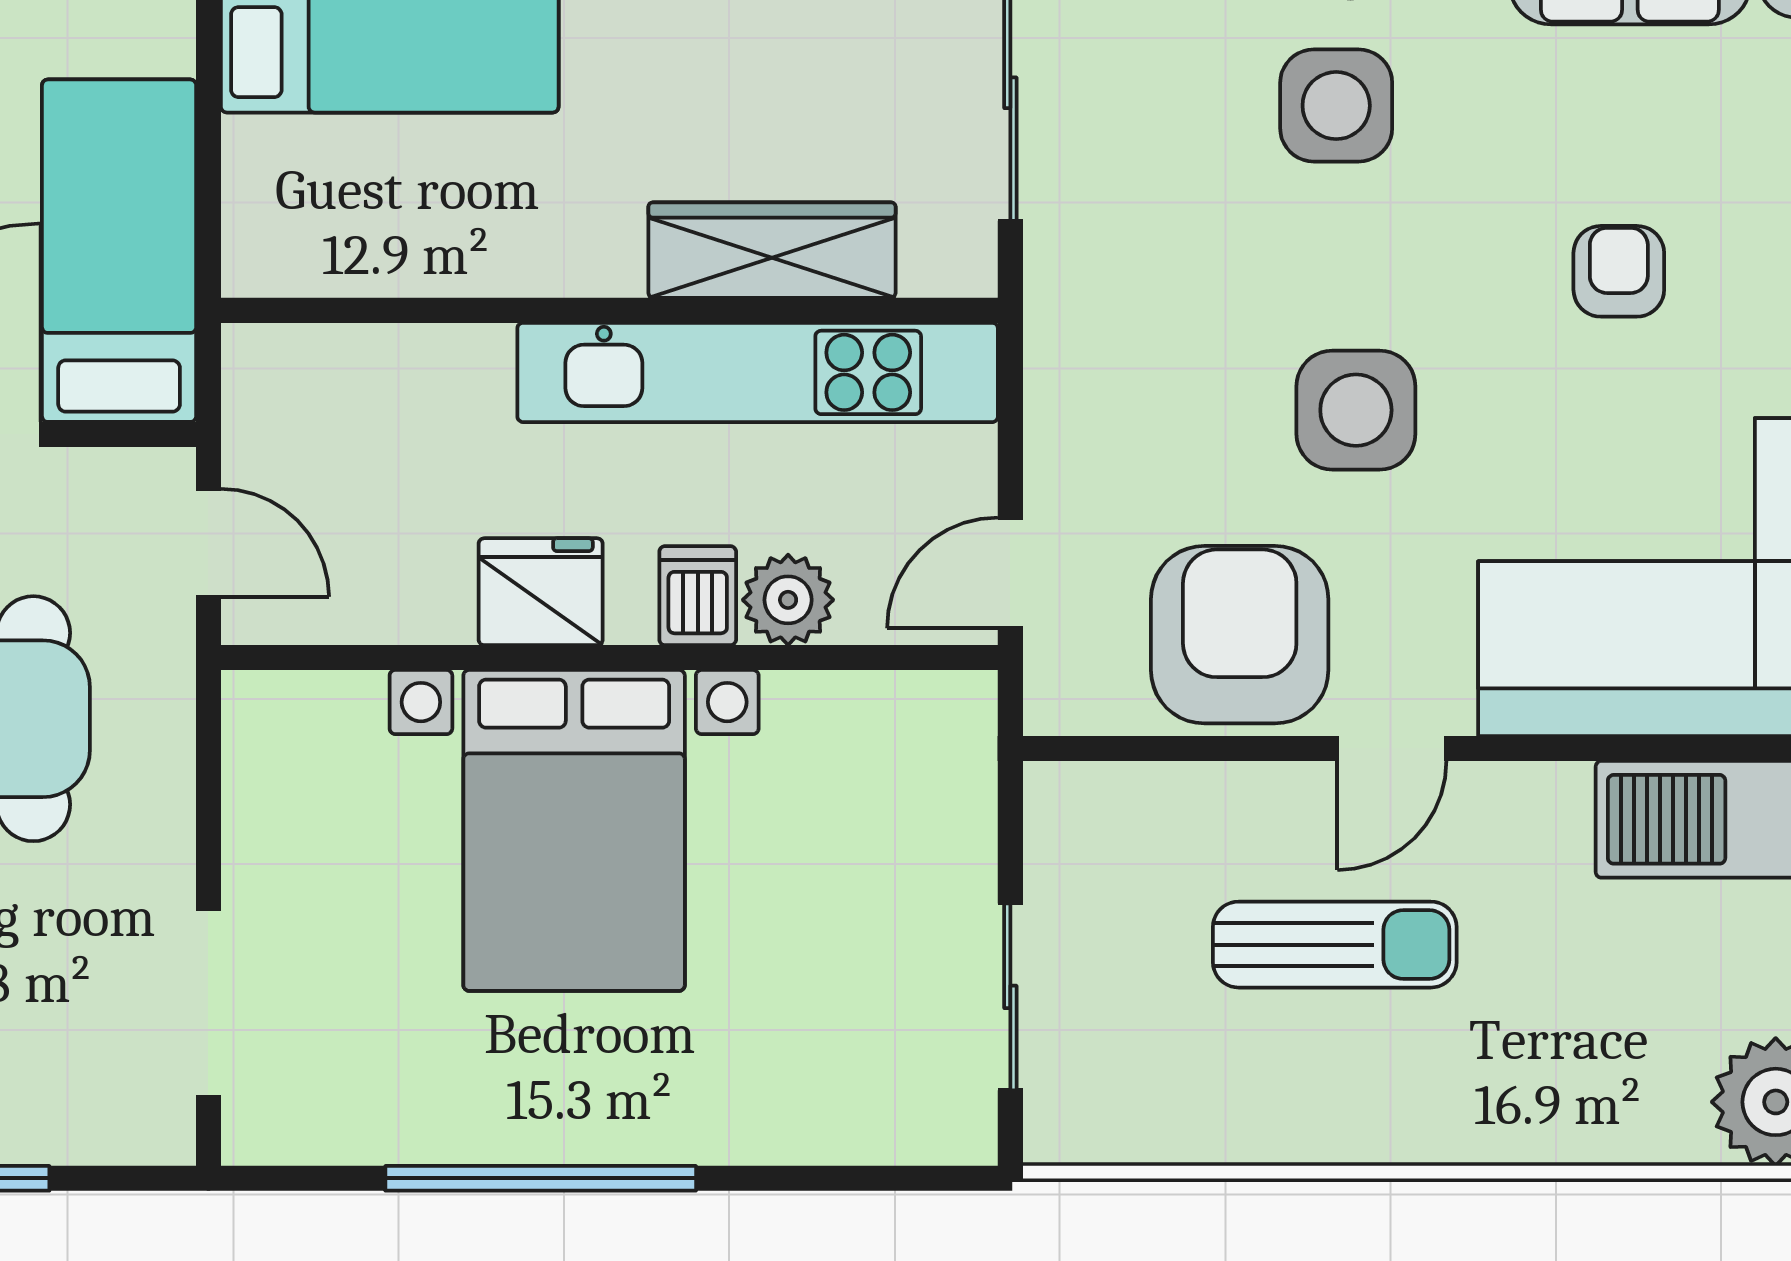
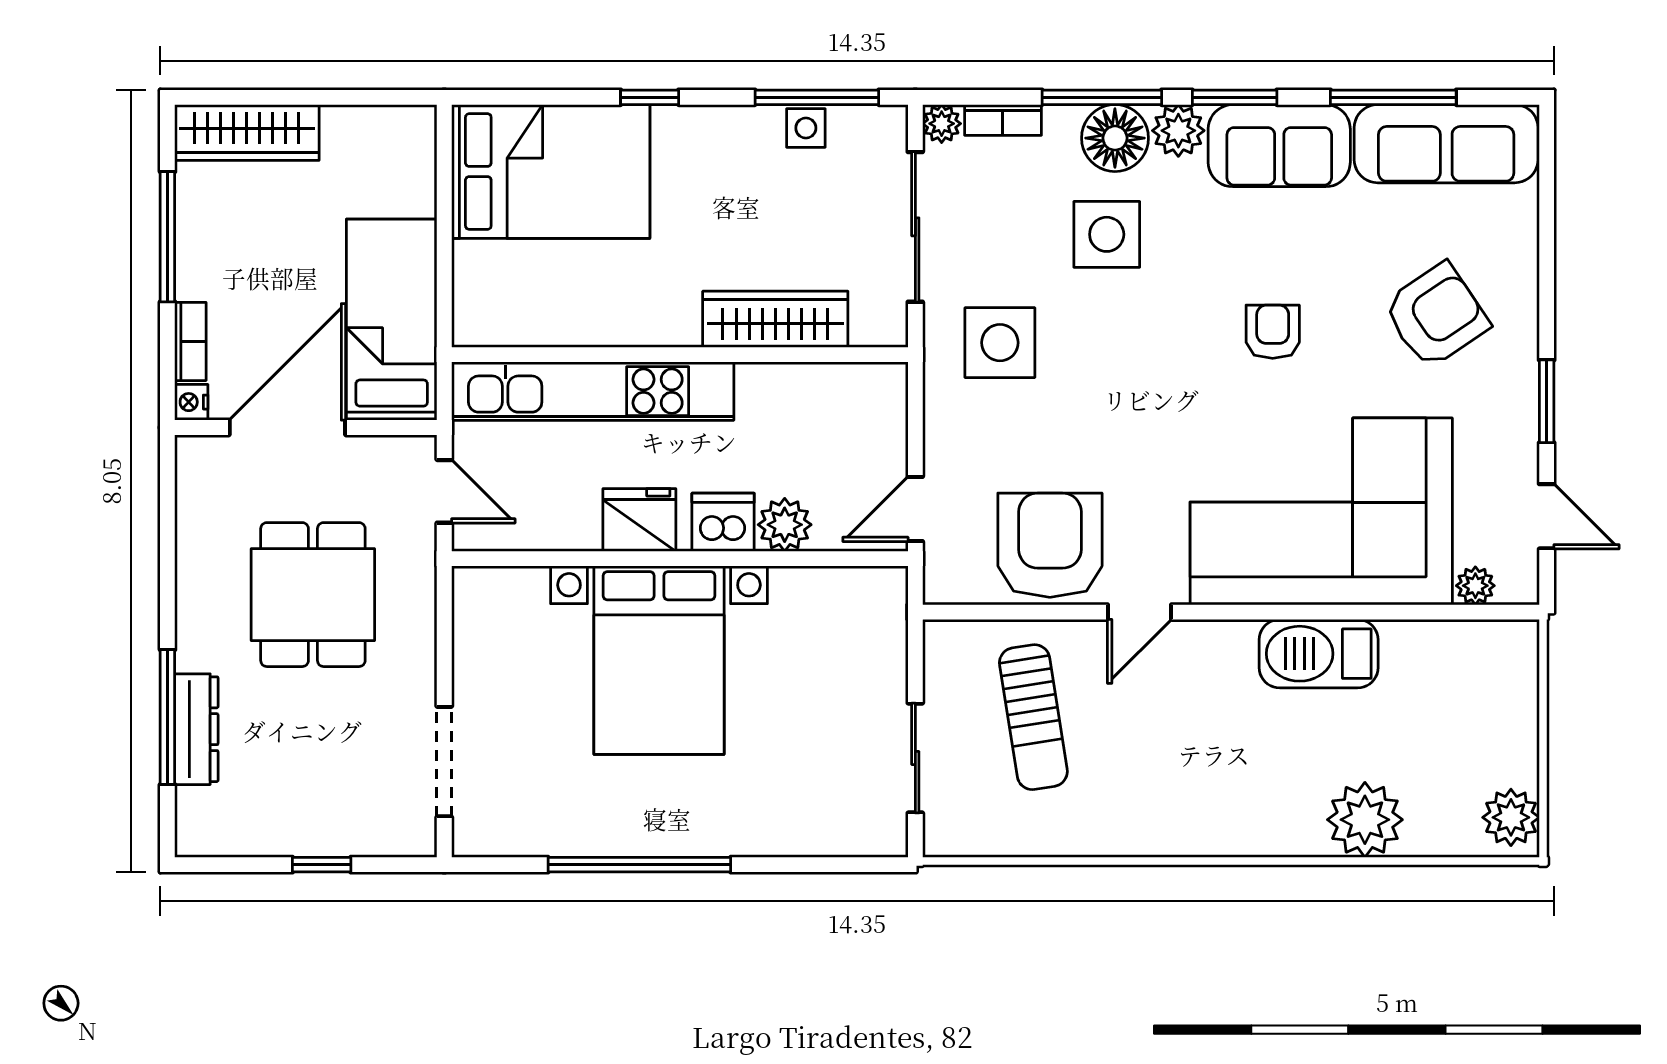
kitchen unit: (758, 372) -> (593, 391), moved
side table: (1356, 410) -> (1000, 343), moved
dishwasher: (698, 596) -> (723, 522), width x1.38
sun lounger: (1335, 945) -> (1033, 717), moved, turned 81

